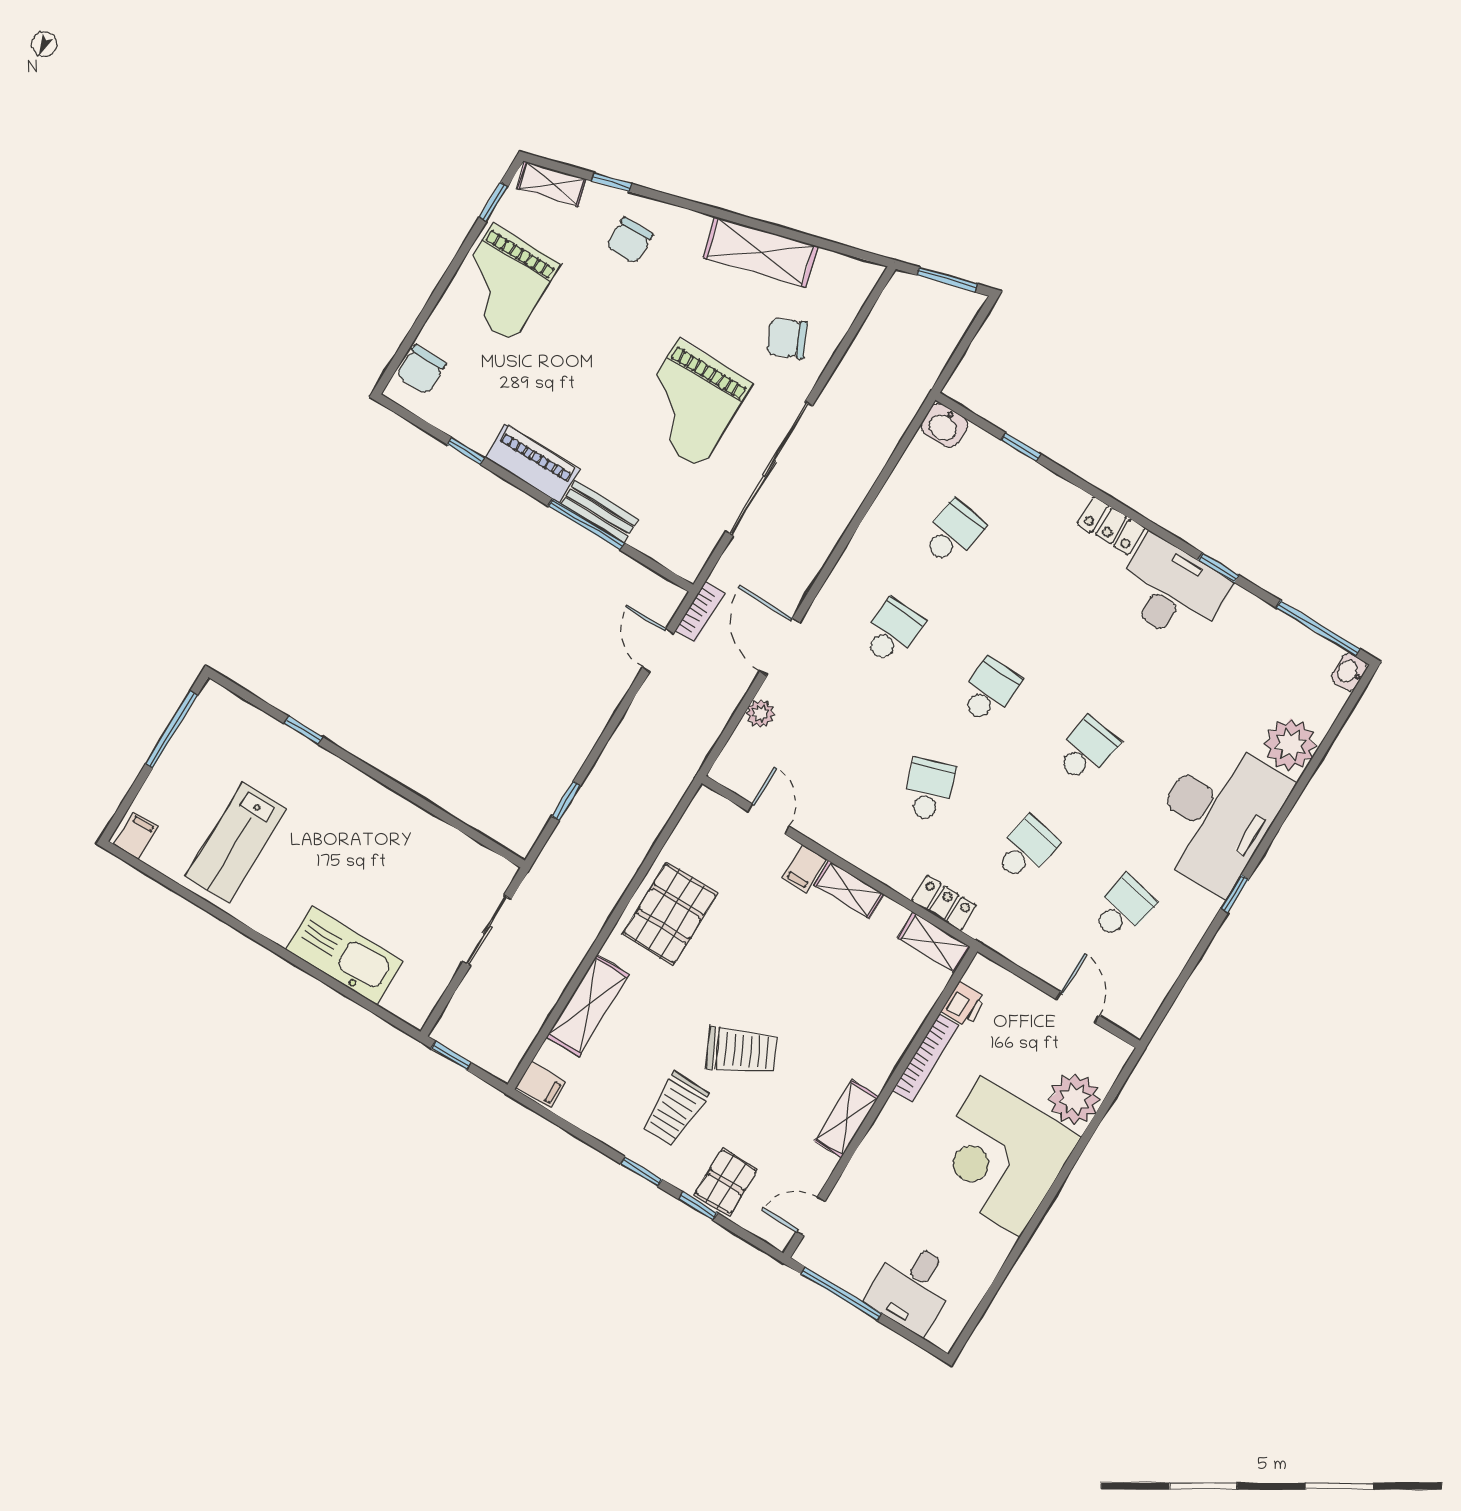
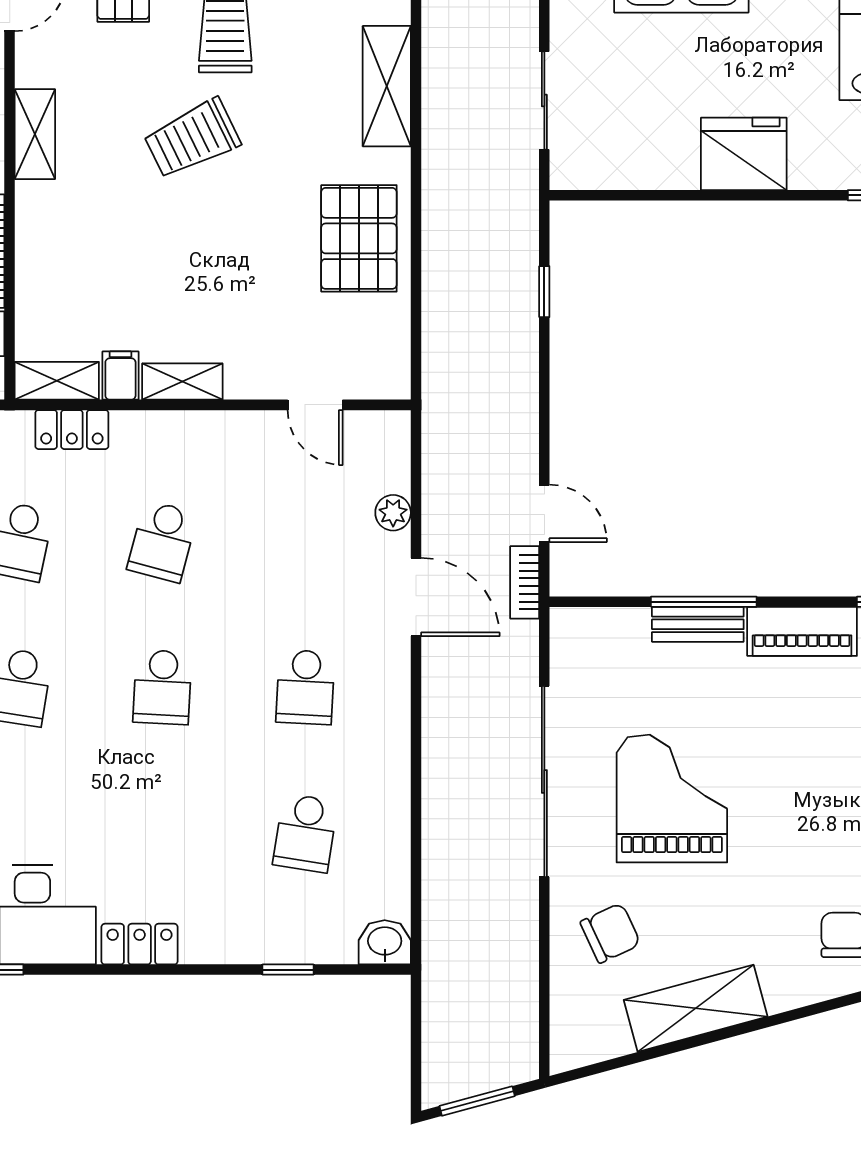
school desk: (929, 790) -> (162, 541), turned 33
fridge: (374, 812) -> (744, 154), added
filing cabinet: (805, 868) -> (120, 376), moved

